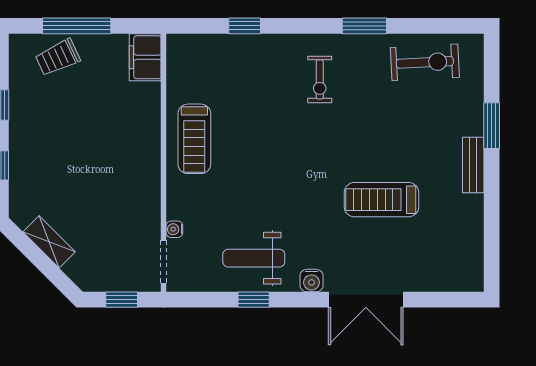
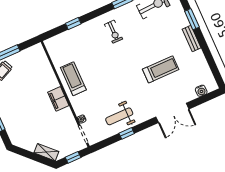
filing cabinet: (145, 57) -> (58, 99), moved
treadmill: (194, 139) -> (73, 79), turned 180
treadmill: (381, 200) -> (161, 69), turned 180
shelving: (49, 242) -> (46, 152), moved
water cooler: (311, 281) -> (201, 91), moved

